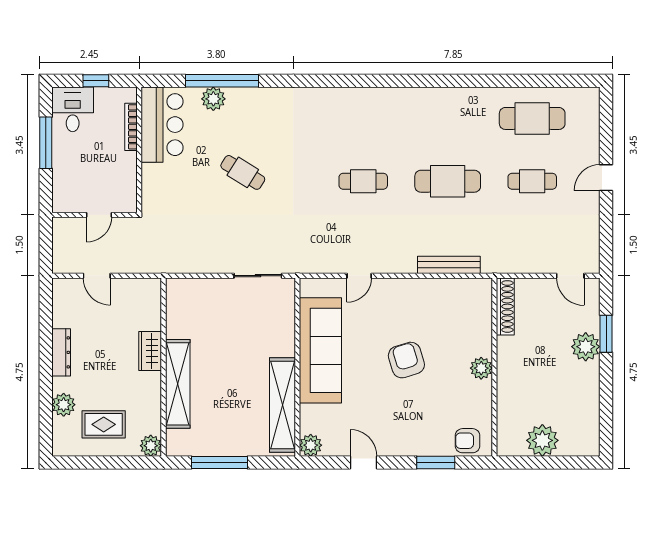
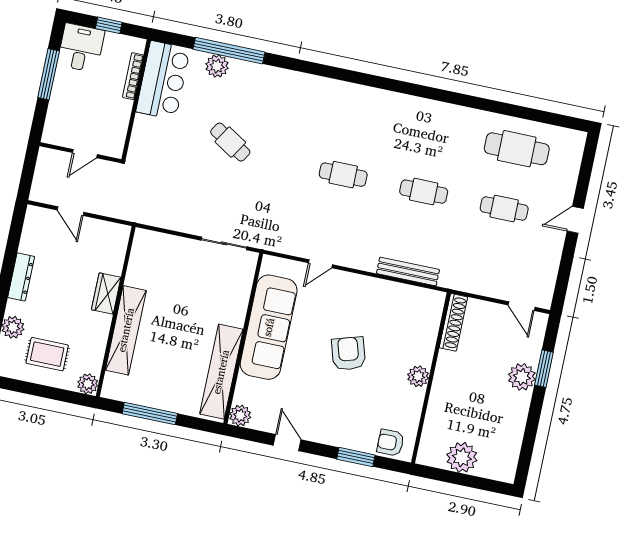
cafe table: (448, 181) -> (424, 192), width x0.73, depth x0.74

